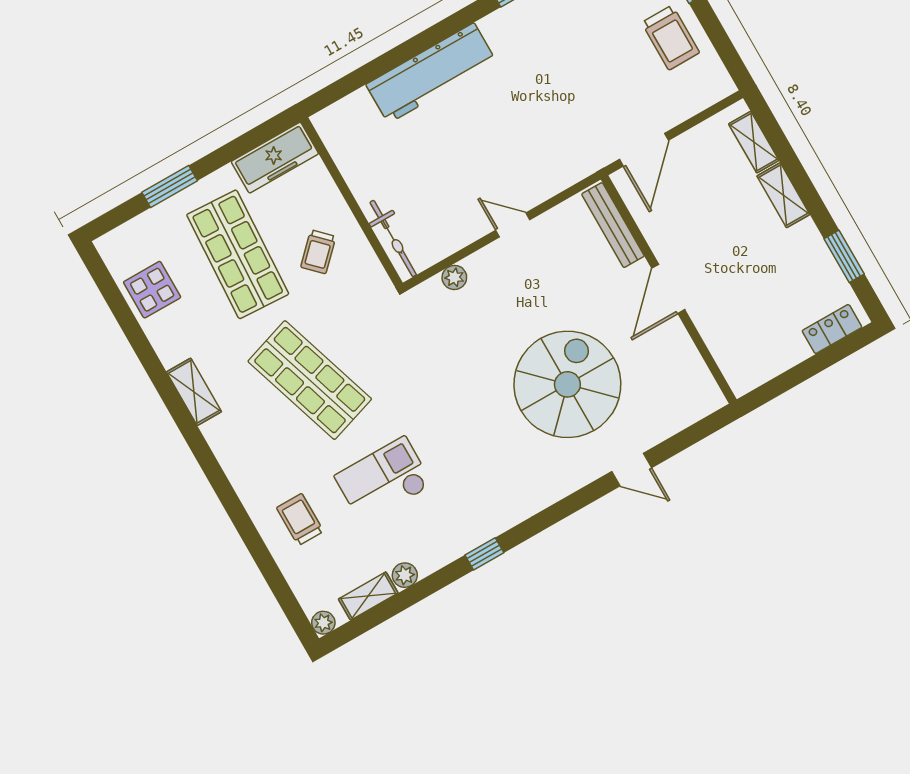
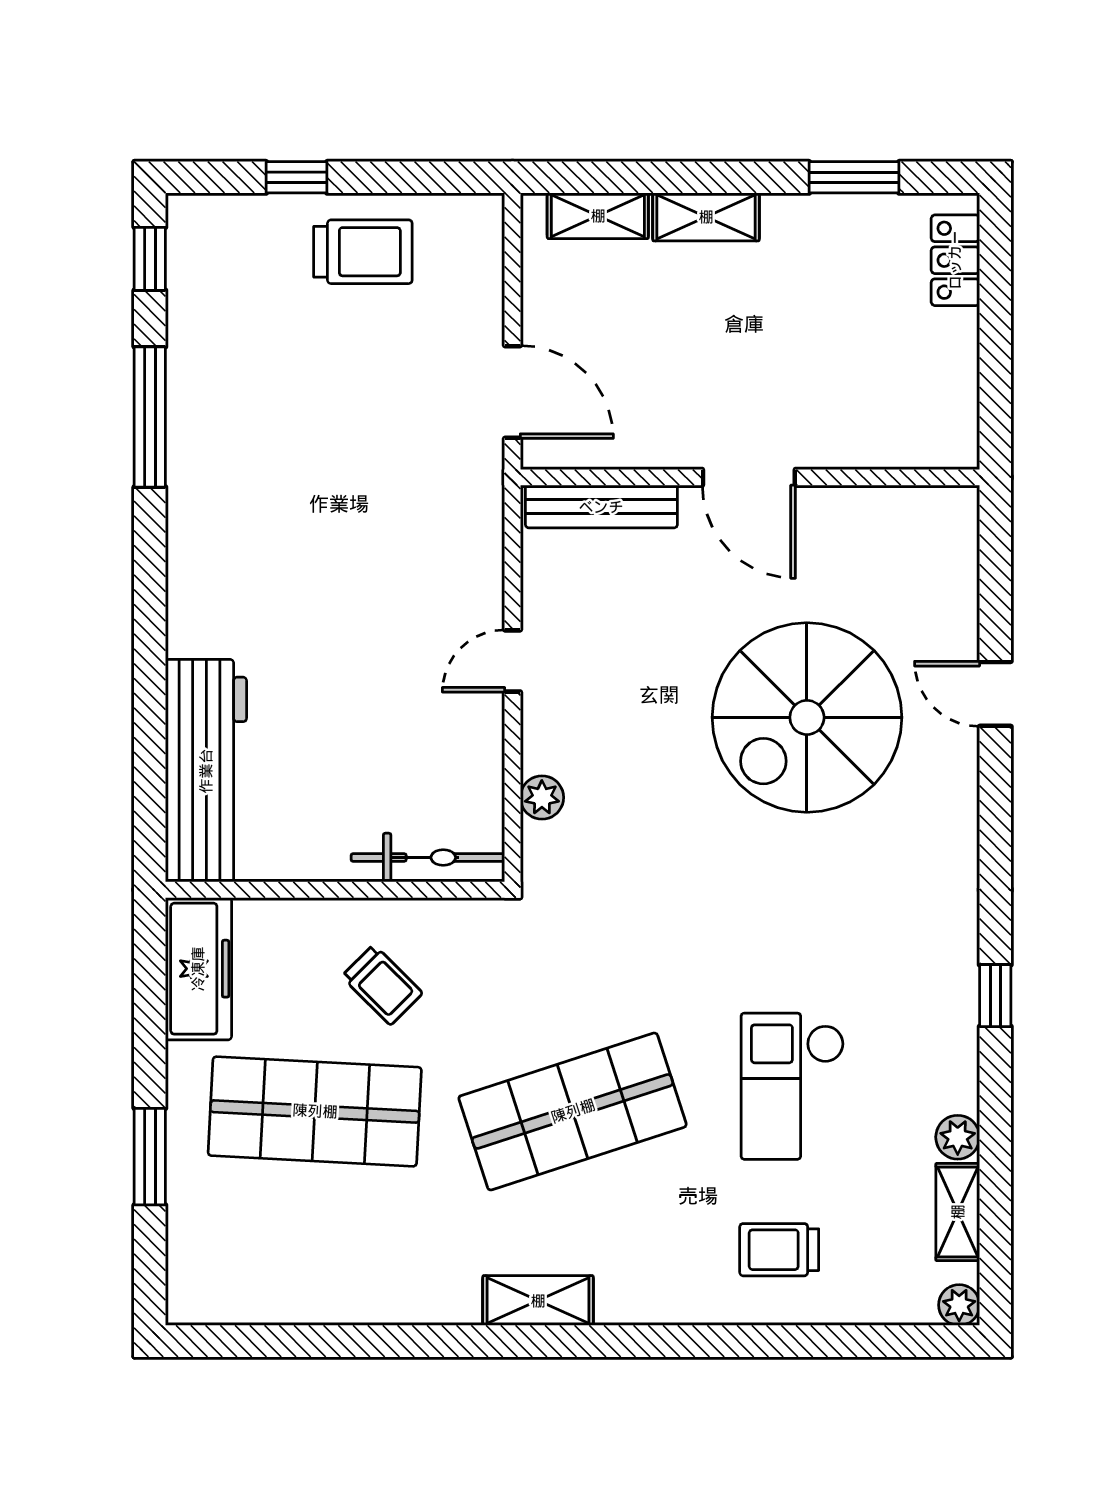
workbench: (431, 73) -> (206, 771), moved
display table: (152, 290) -> (294, 1275), removed
spiral stairs: (567, 384) -> (807, 717), turned -90
shelving: (194, 392) -> (538, 1301), moved
door: (632, 470) -> (995, 694), swing flipped

